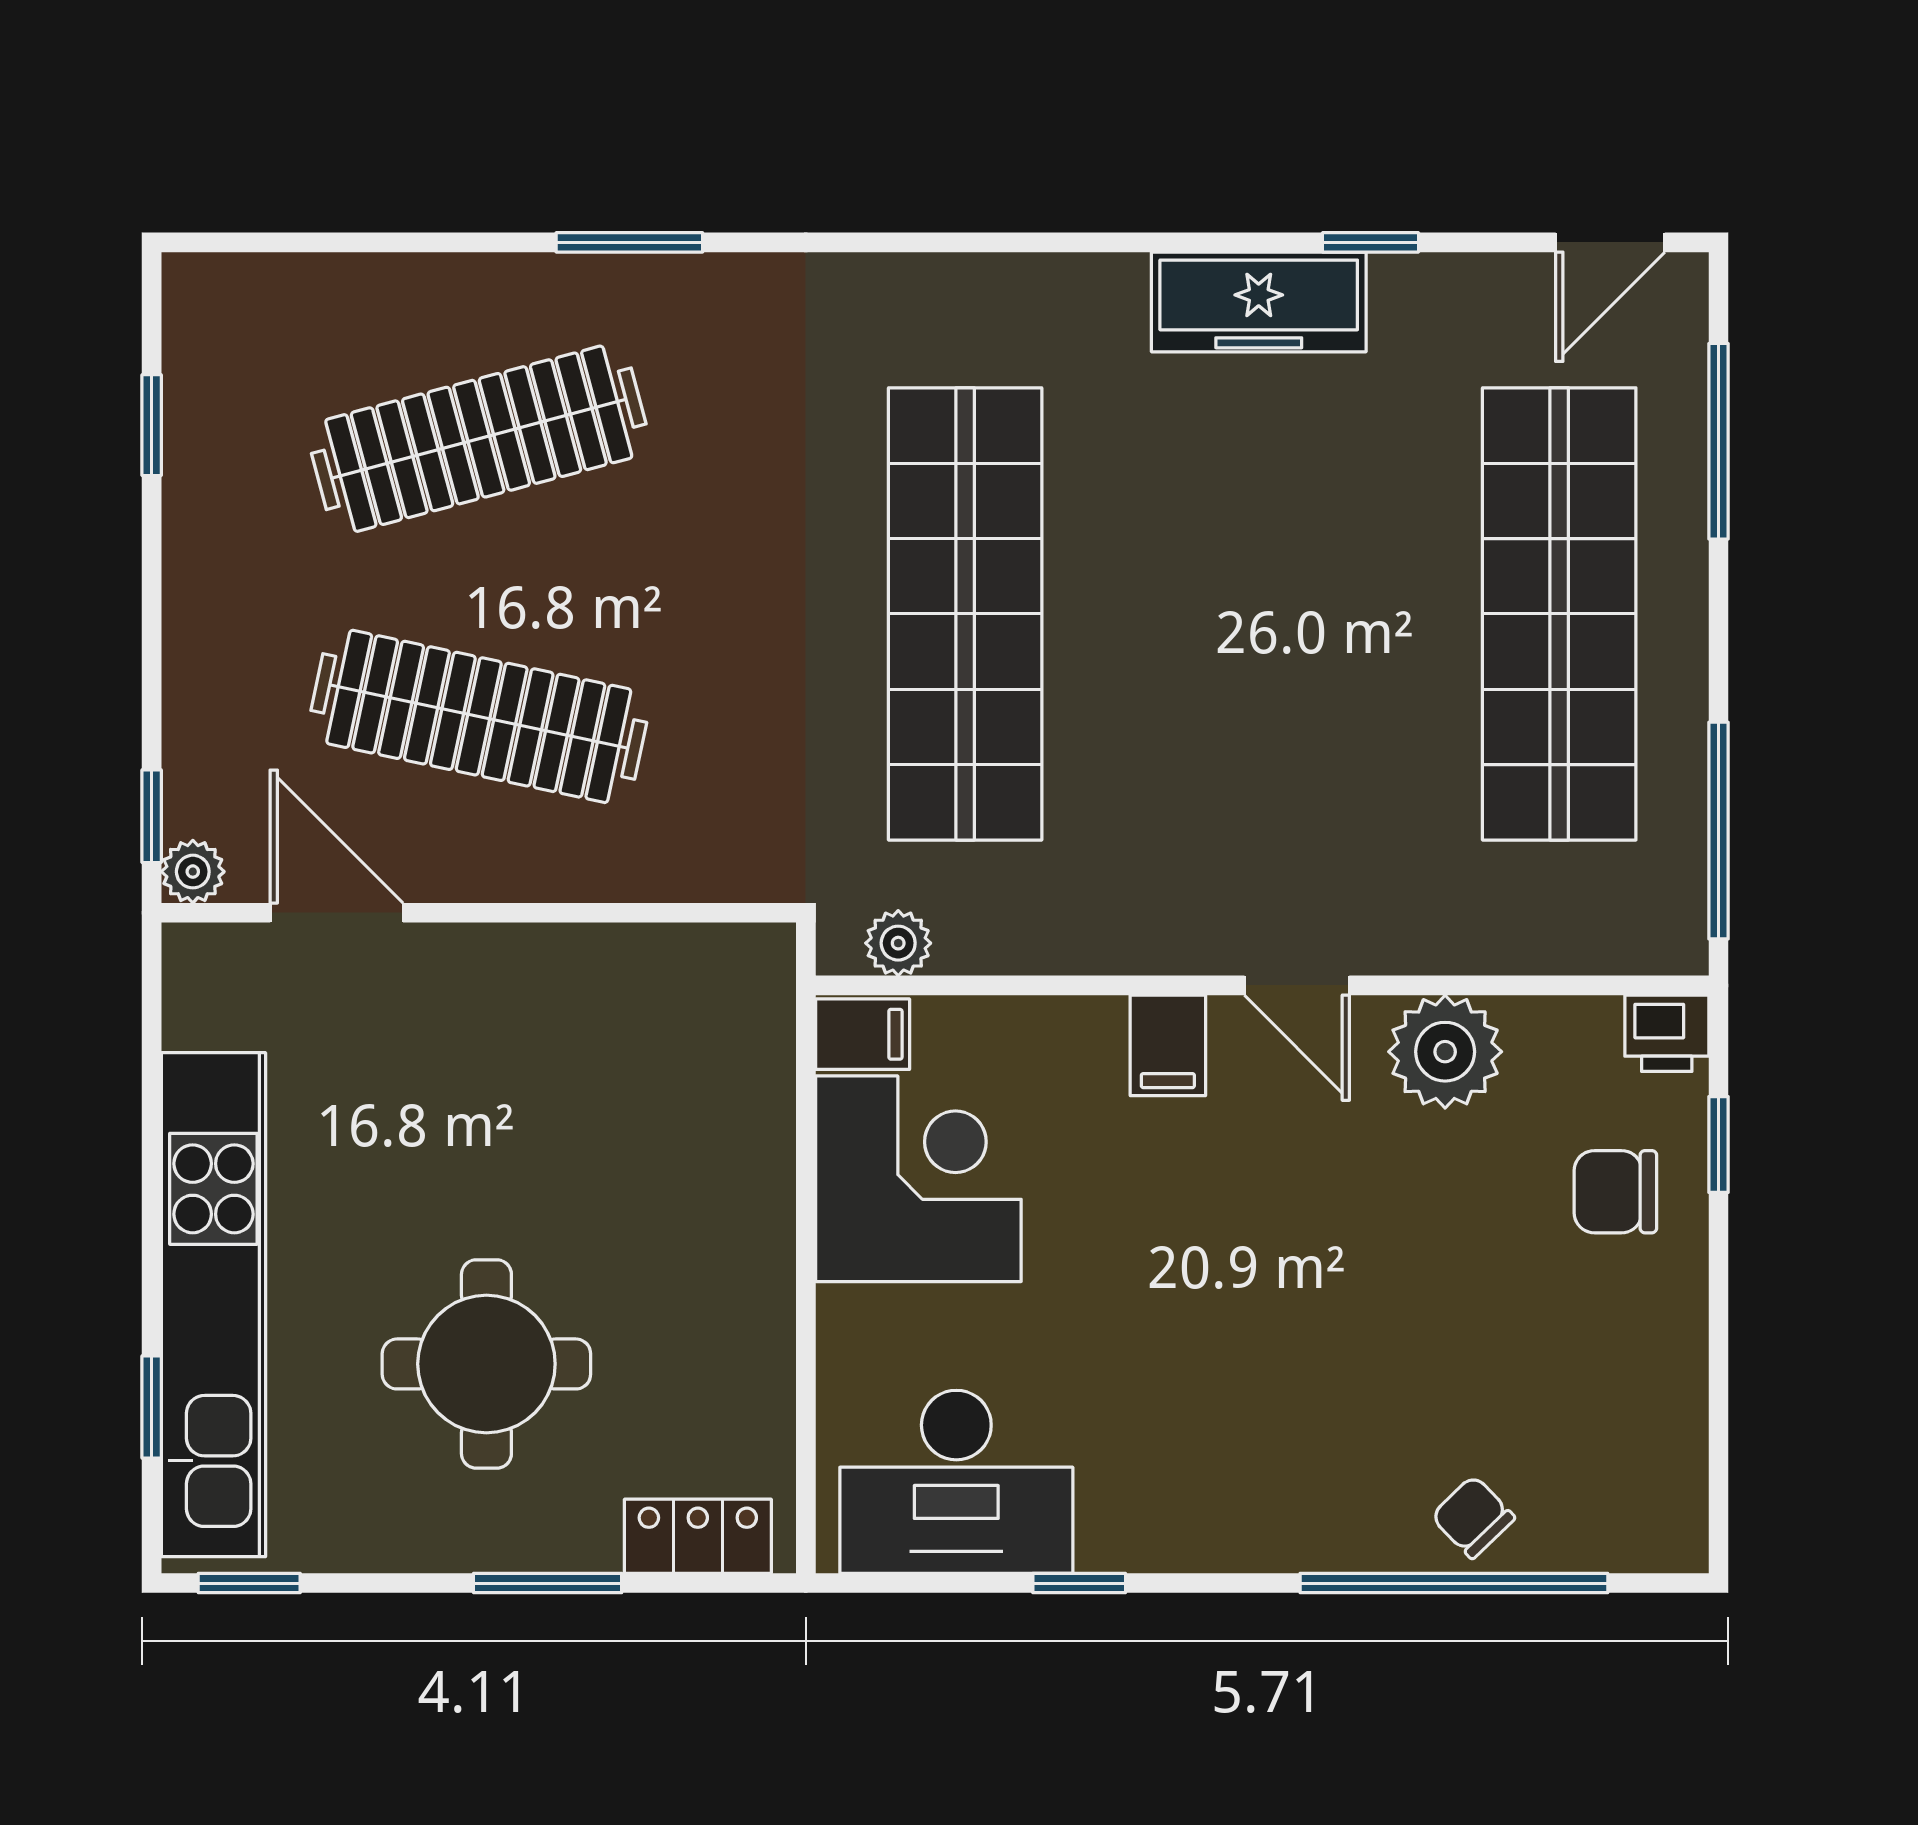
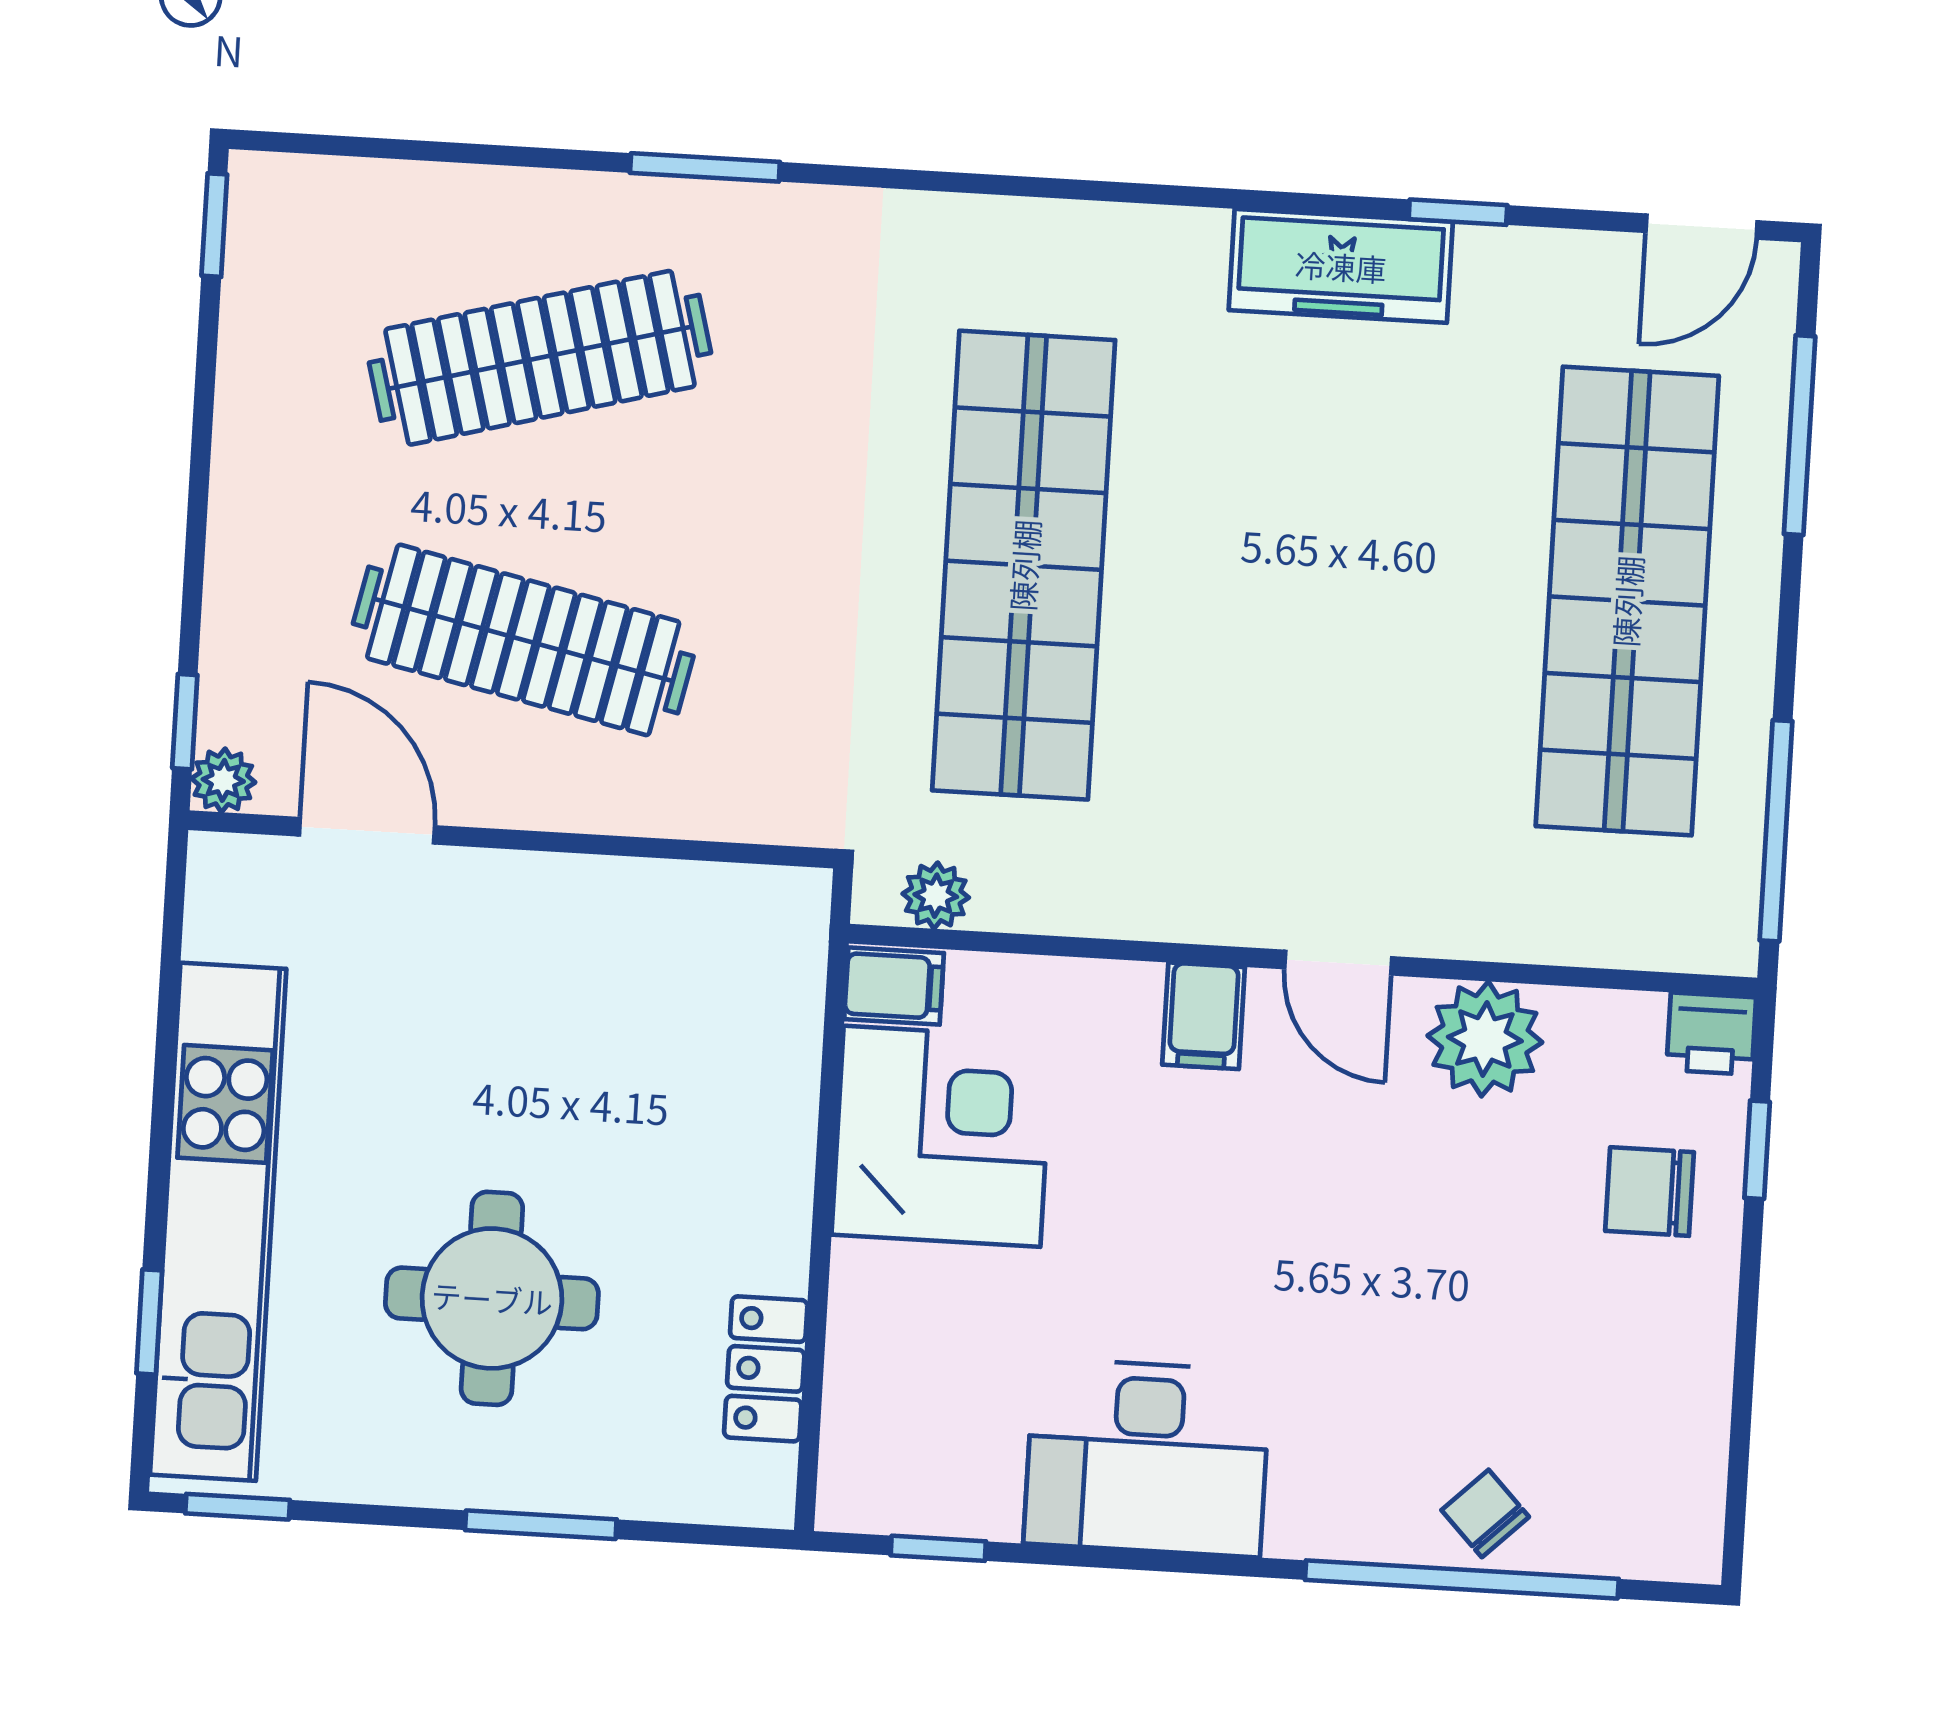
window: (152, 425) -> (214, 225), moved
desk: (956, 1482) -> (1147, 1457), moved
locker: (698, 1536) -> (766, 1369), moved, turned -90
window: (1079, 1583) -> (938, 1548), moved

